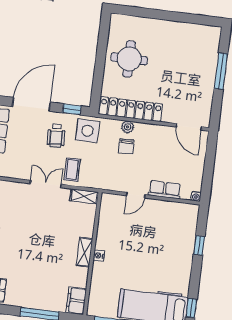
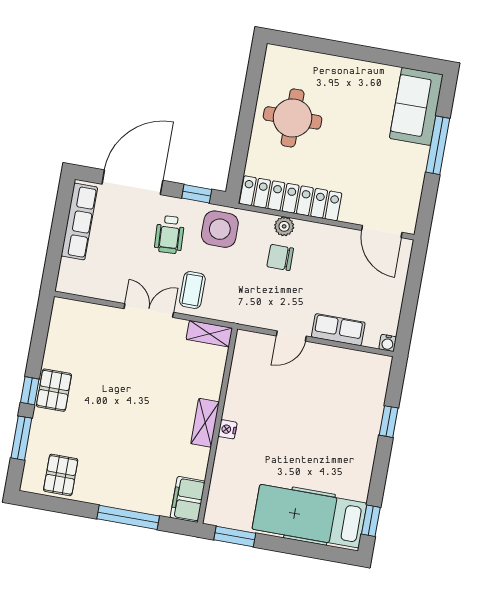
sofa: (206, 48) -> (416, 106), added
chair: (126, 146) -> (280, 257), turned 90

